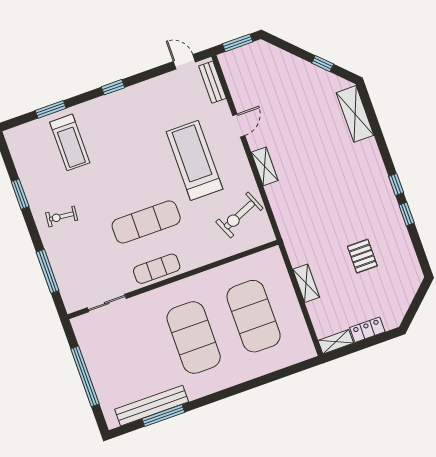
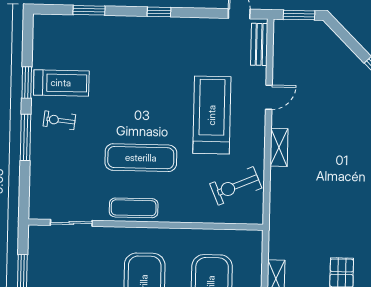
treadmill: (70, 142) -> (61, 83), moved, turned -90
window: (48, 271) -> (25, 137), moved

